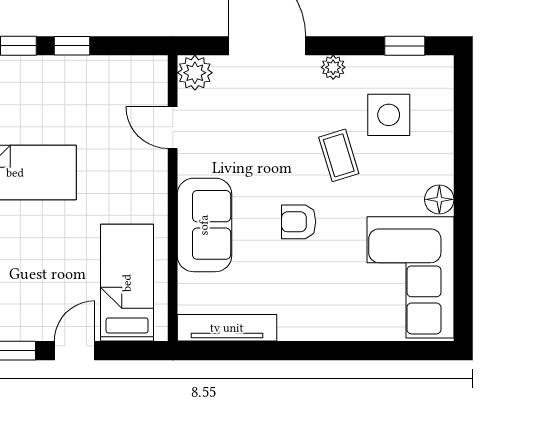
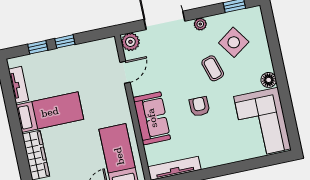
side table: (389, 115) -> (234, 42), turned -35
door: (173, 128) -> (125, 72), swing flipped
armchair: (299, 222) -> (199, 107), turned 90

